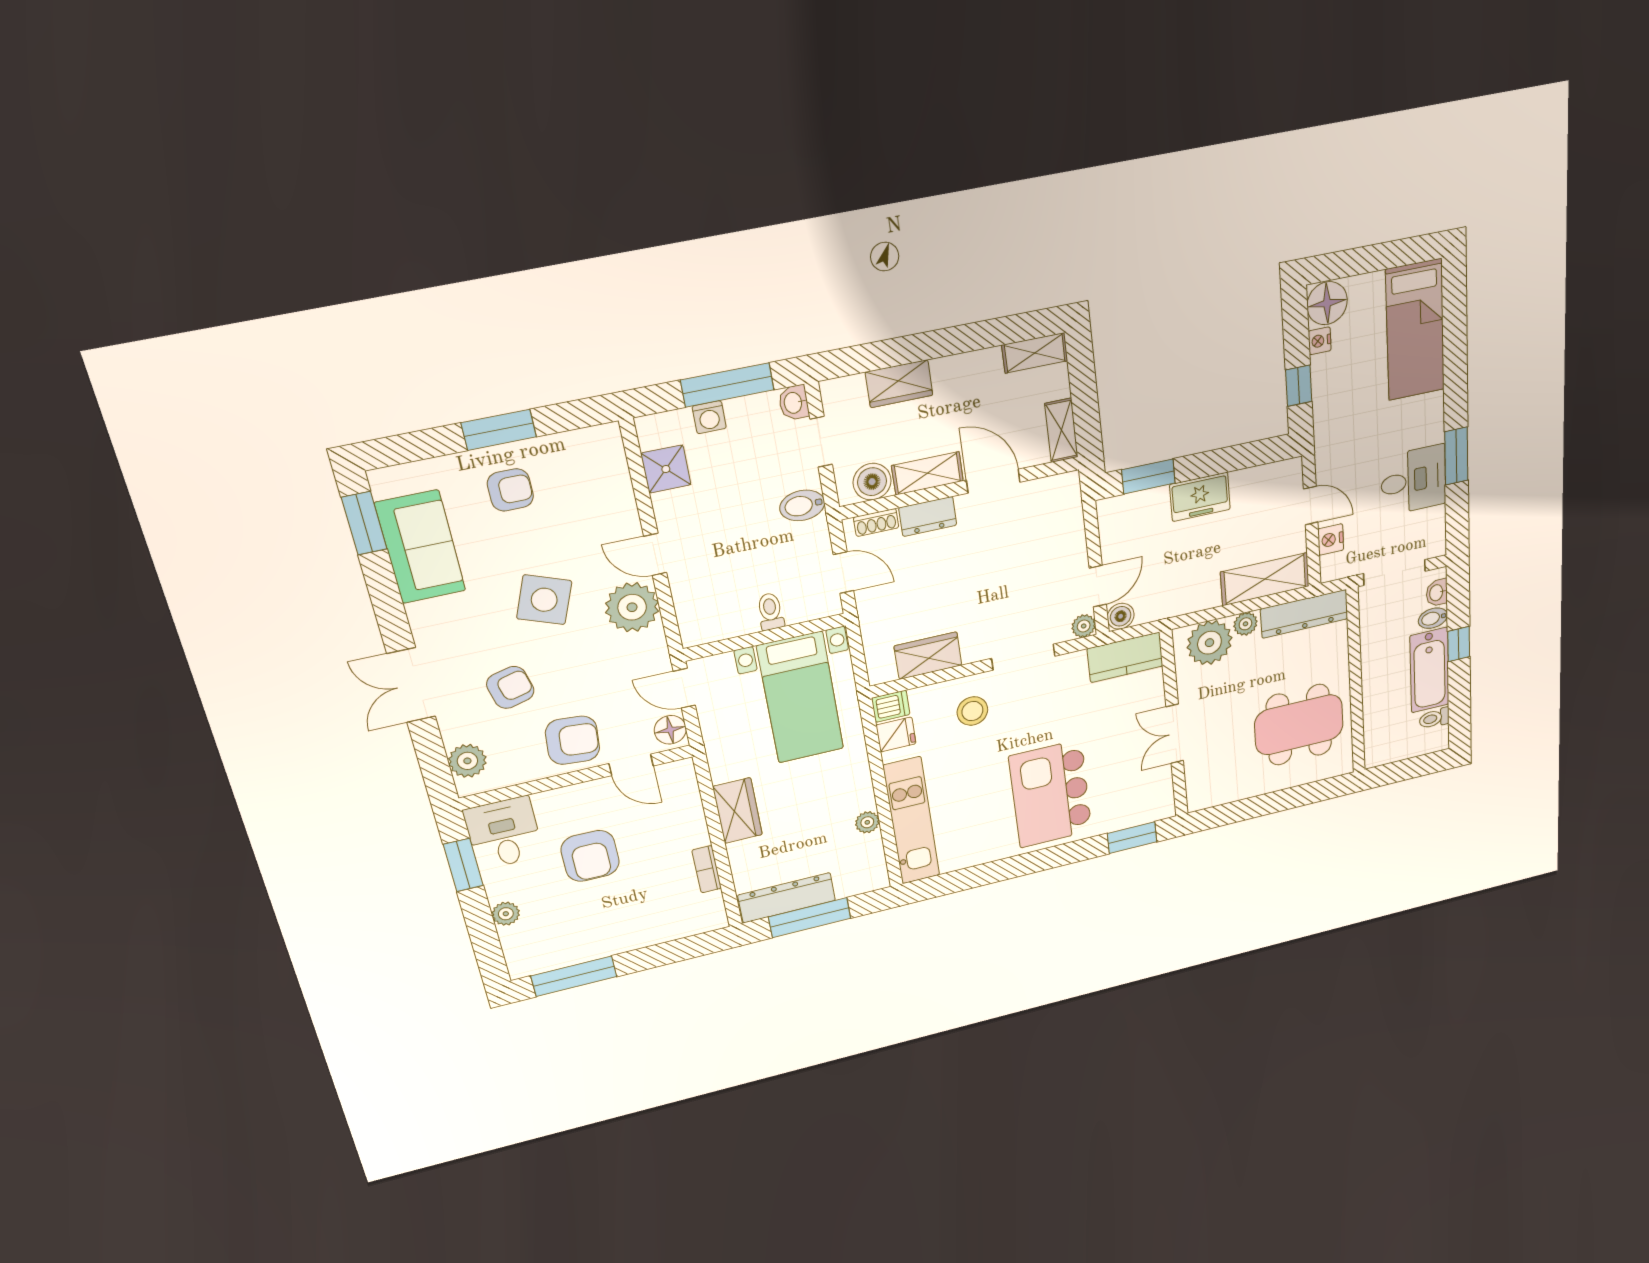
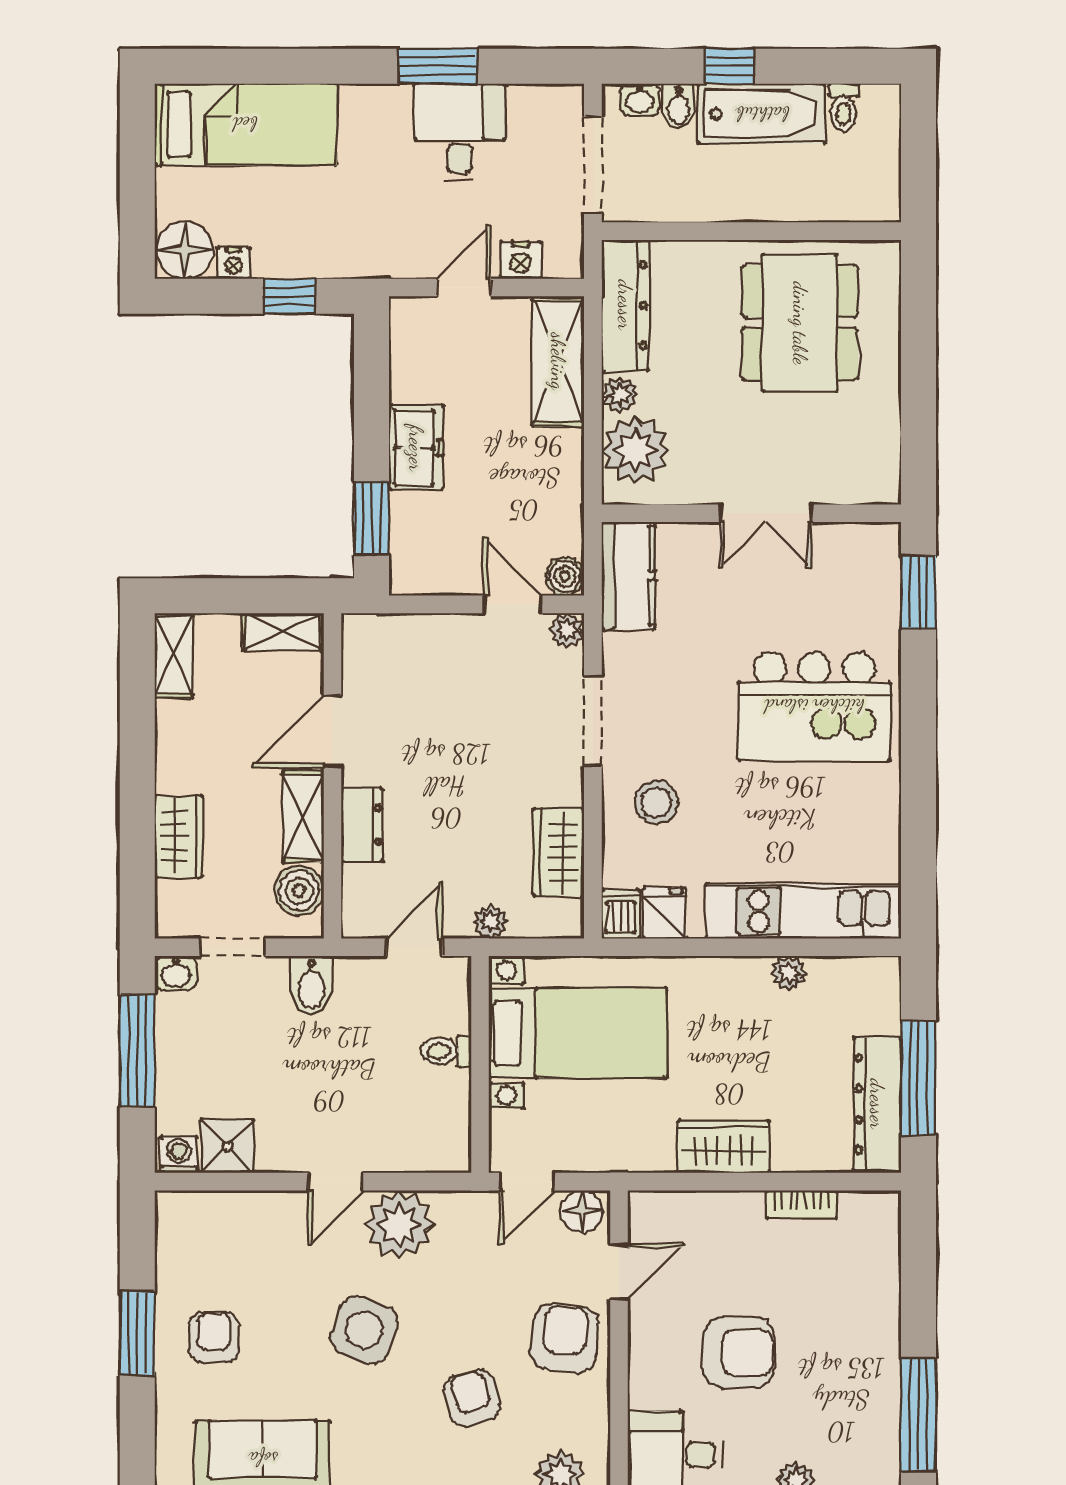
washing machine: (709, 417) -> (179, 1154), moved, turned -90
shoe rack: (876, 522) -> (355, 894), removed
plant: (871, 621) -> (490, 922), added

